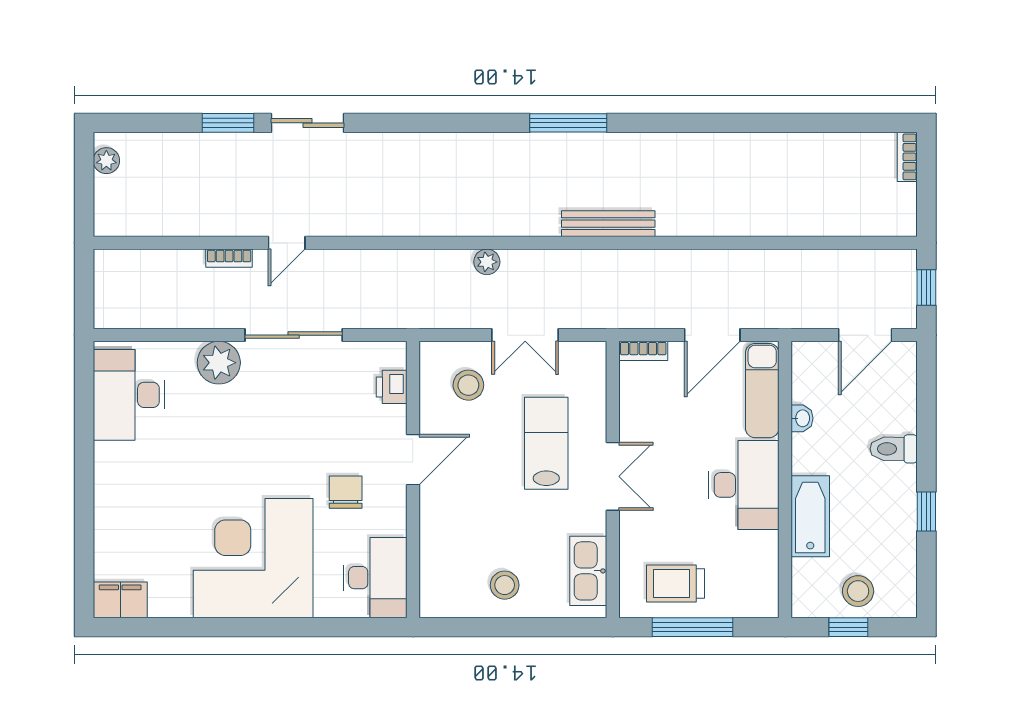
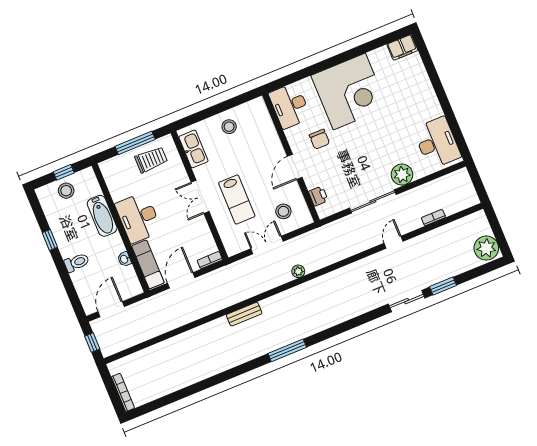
bookcase: (907, 157) -> (123, 392), width x1.56
plant: (106, 161) -> (486, 248), width x1.88, depth x1.88
bench: (608, 224) -> (244, 314), width x0.73
bookcase: (229, 258) -> (433, 218), moved

